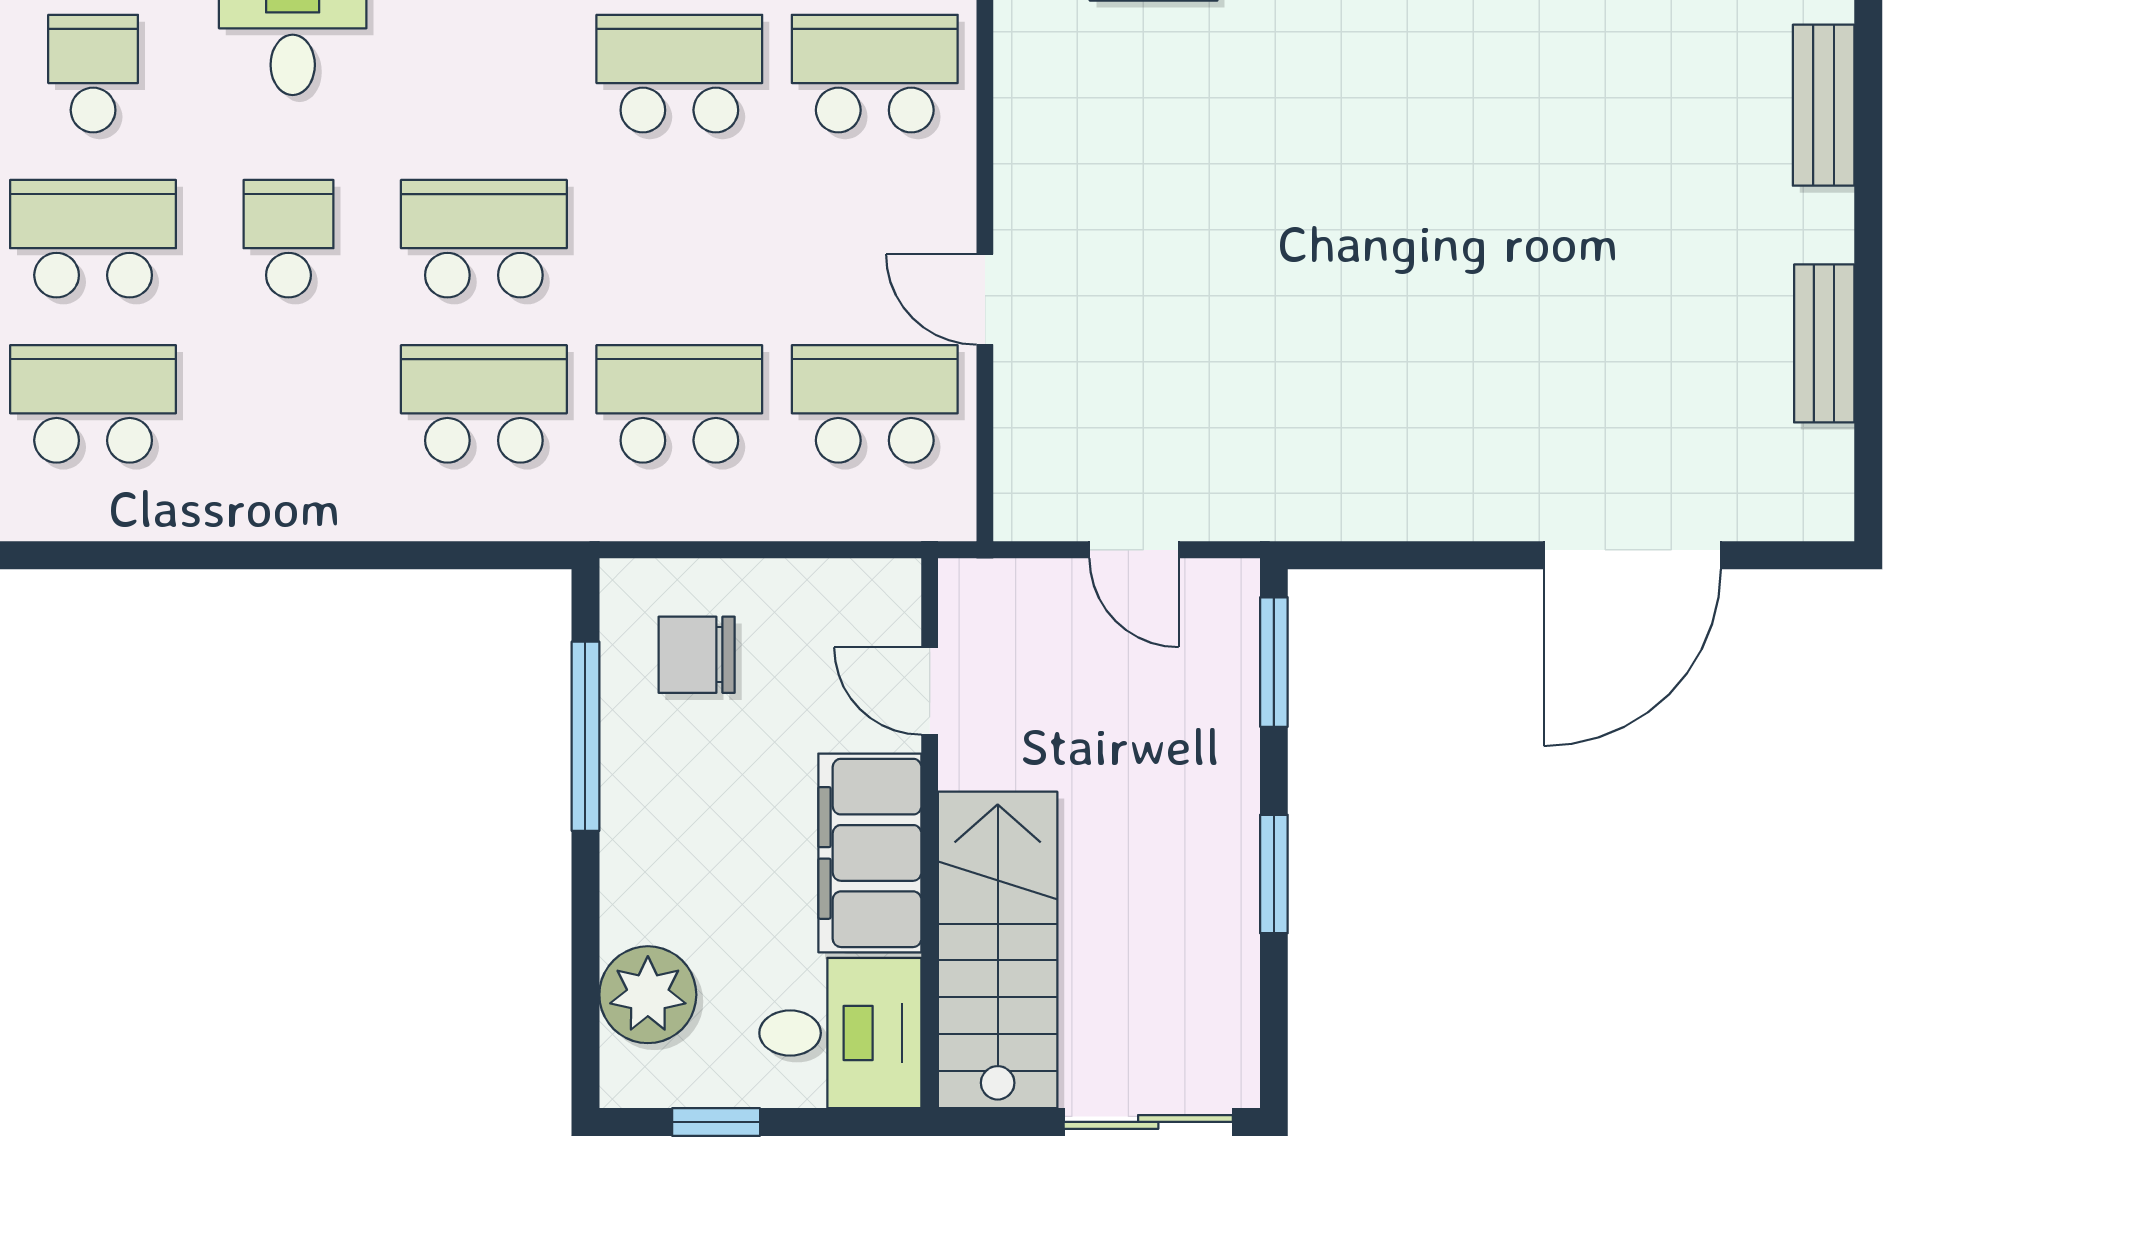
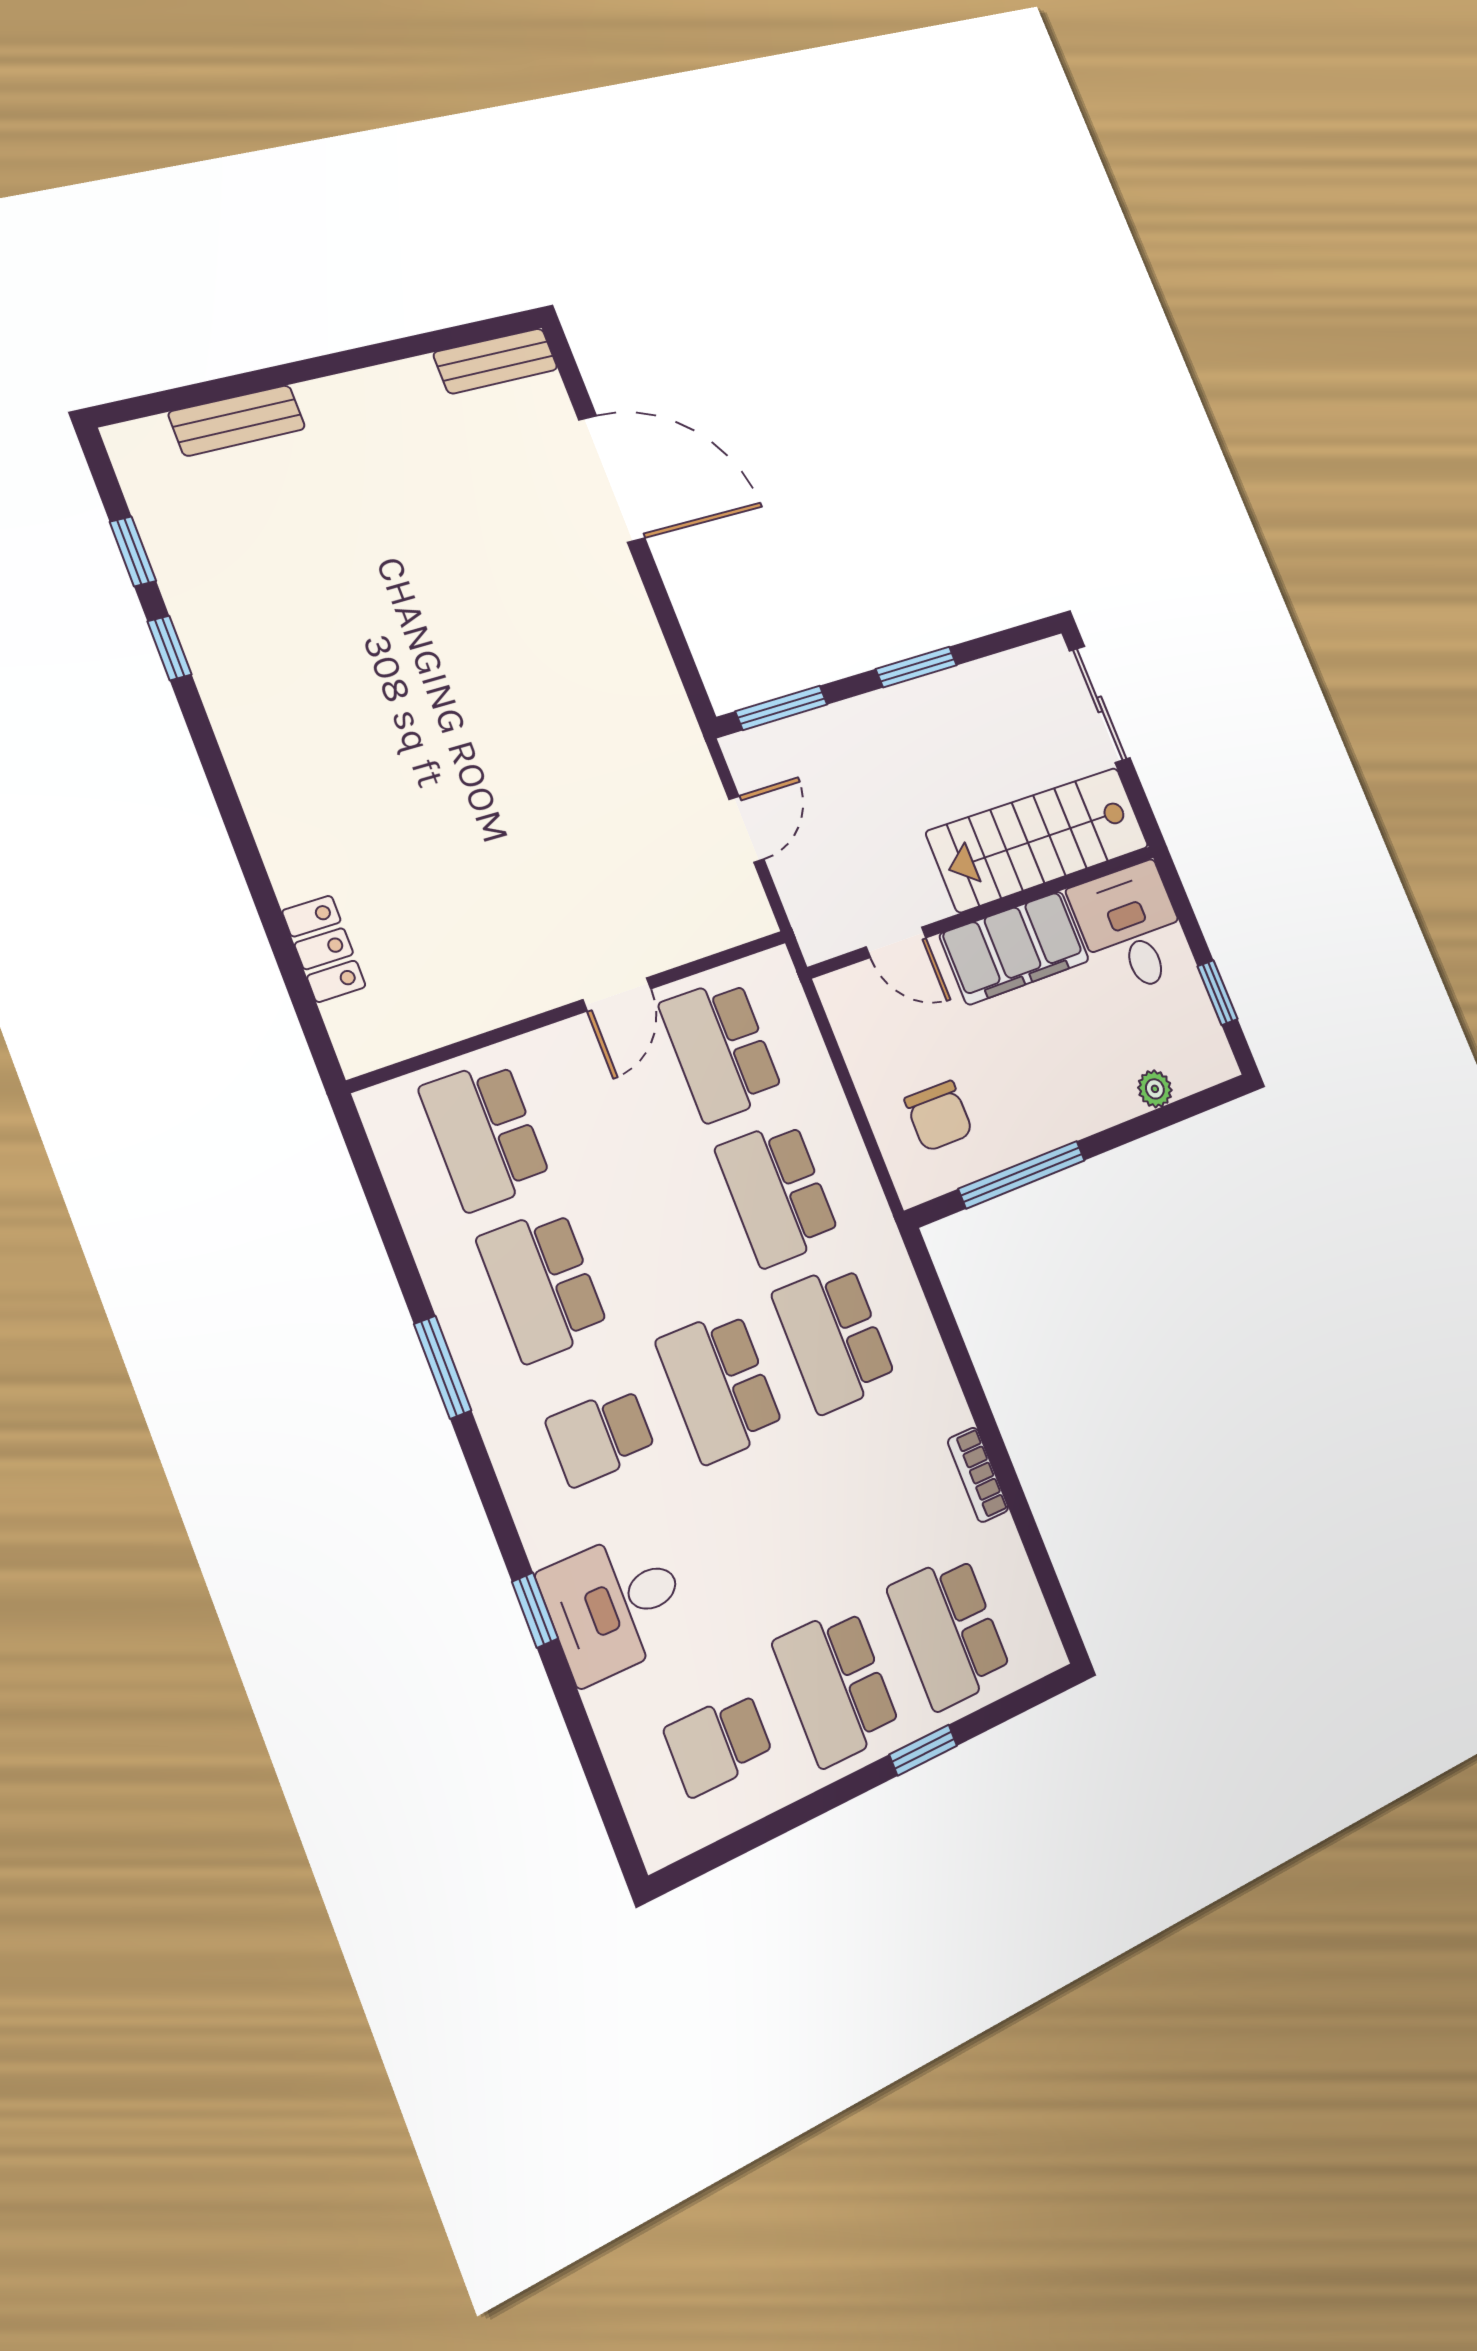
school desk: (288, 239) -> (601, 1436), moved
bench: (1824, 343) -> (496, 361), moved
bookcase: (254, 519) -> (978, 1475), added
door: (930, 691) -> (896, 942), hinge flipped
plant: (648, 995) -> (1155, 1089), width x0.53, depth x0.53

